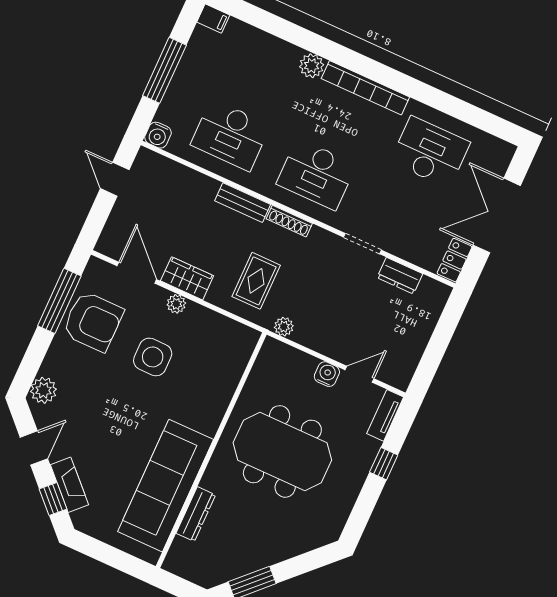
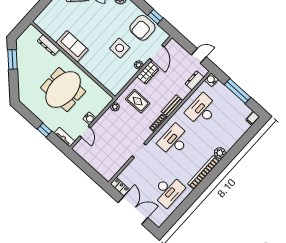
door: (137, 273) -> (157, 53), hinge flipped
dresser: (400, 276) -> (194, 80), moved
window: (59, 301) -> (155, 17), width x0.46
sofa: (166, 486) -> (72, 46), width x0.54, depth x0.79

